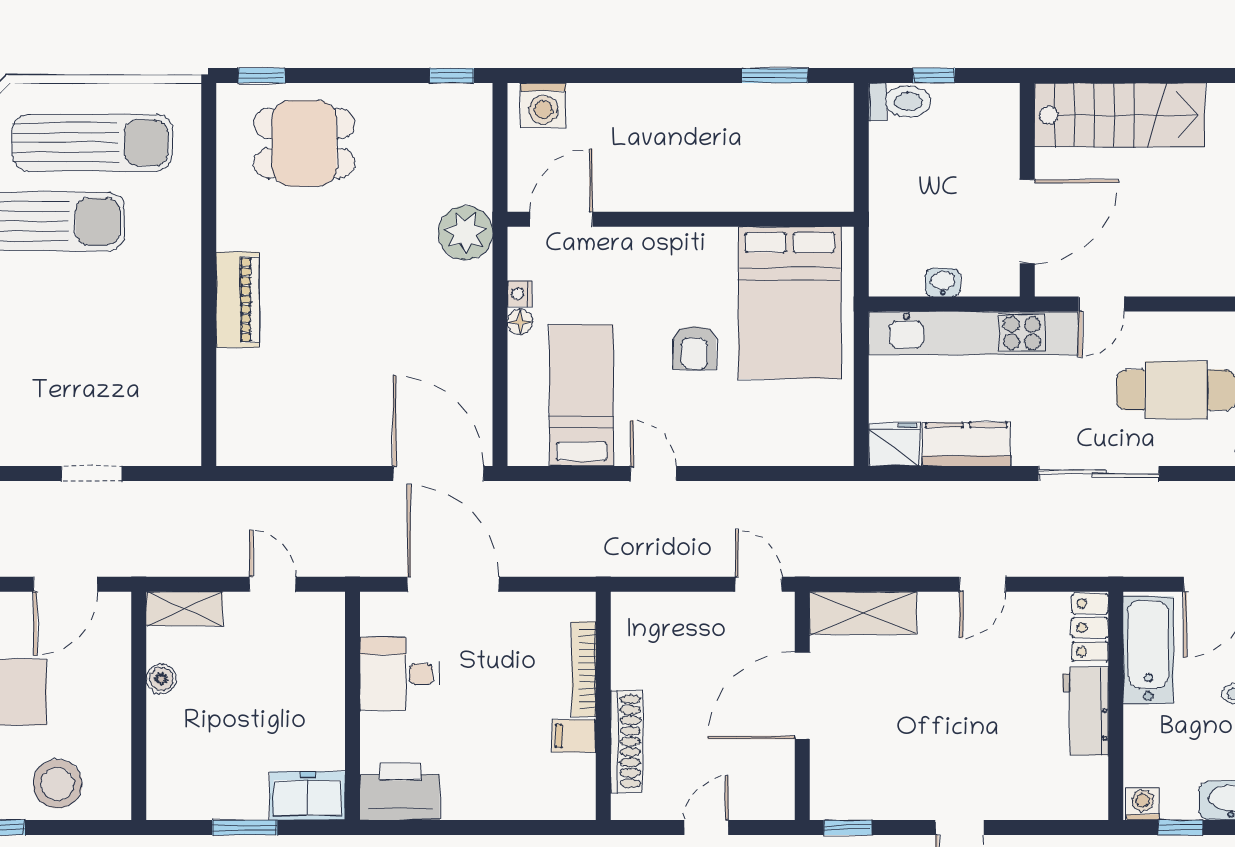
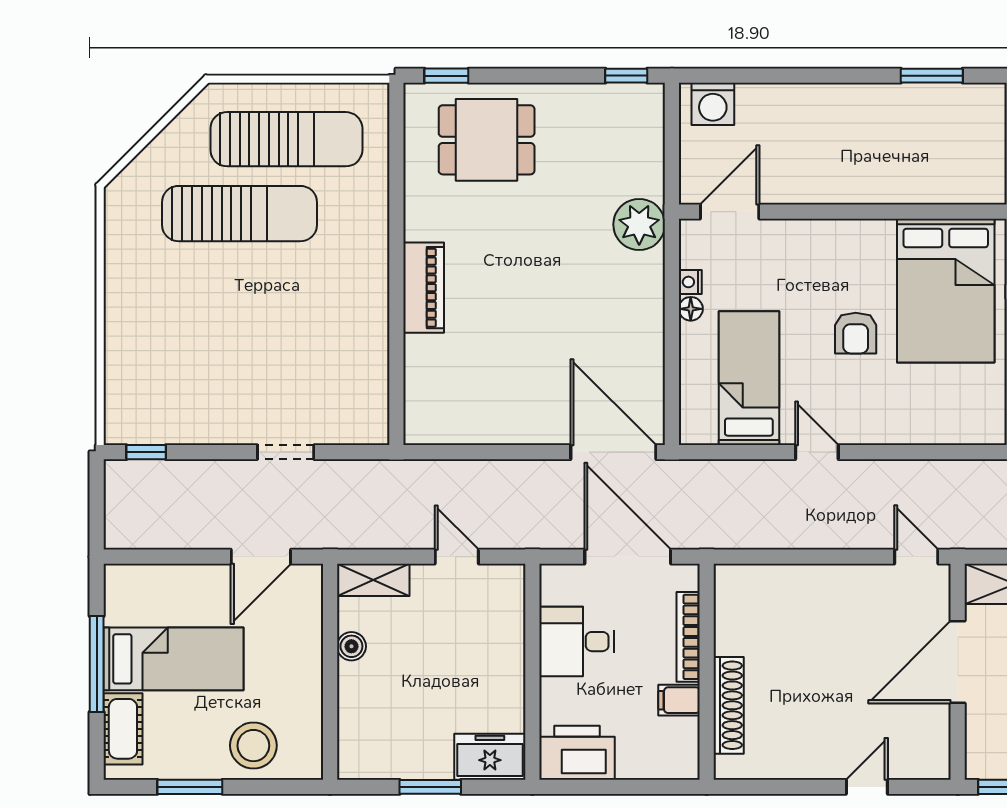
bookcase: (584, 669) -> (688, 637), moved
wall: (603, 706) -> (707, 672), moved
filing cabinet: (574, 736) -> (679, 700), moved
shoe rack: (627, 741) -> (729, 705), moved

